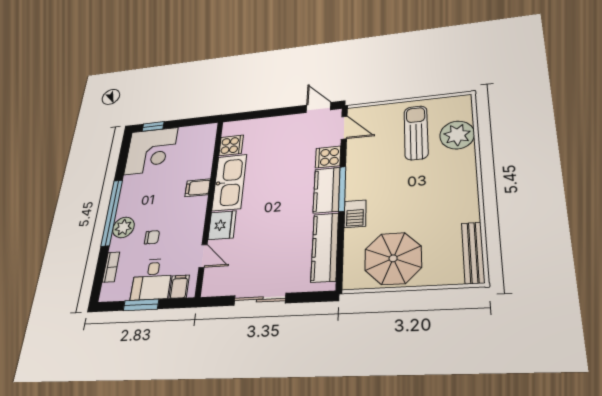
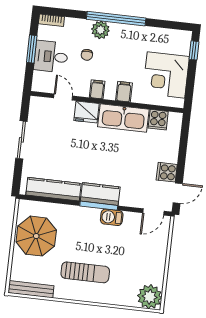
sun lounger: (416, 133) -> (85, 272), moved
plant: (457, 135) -> (150, 297), moved
corner desk: (151, 151) -> (166, 75), moved
cooker: (328, 157) -> (167, 172), moved, turned -90
barbecue: (355, 214) -> (112, 217), moved
door: (203, 256) -> (63, 97), swing flipped
bookcase: (111, 267) -> (51, 20), moved
filing cabinet: (179, 287) -> (97, 89), moved, turned -90

